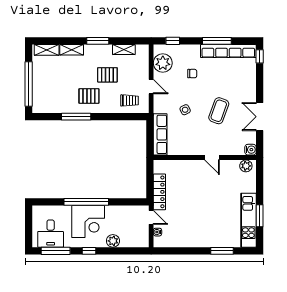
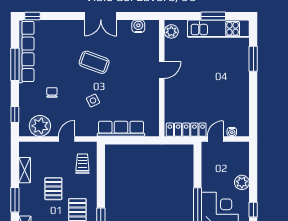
wall: (205, 158) -> (162, 78), moved
door: (212, 158) -> (162, 70), moved
plant: (246, 166) -> (171, 31), moved

